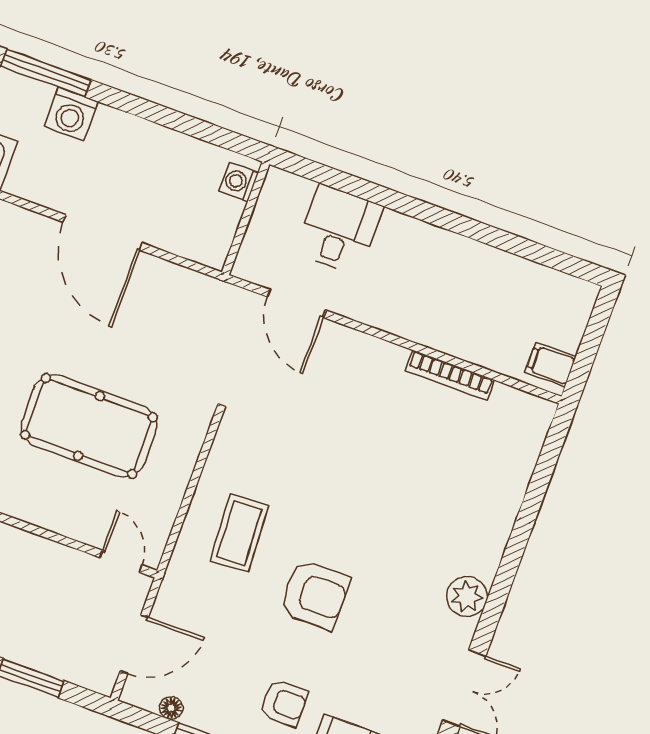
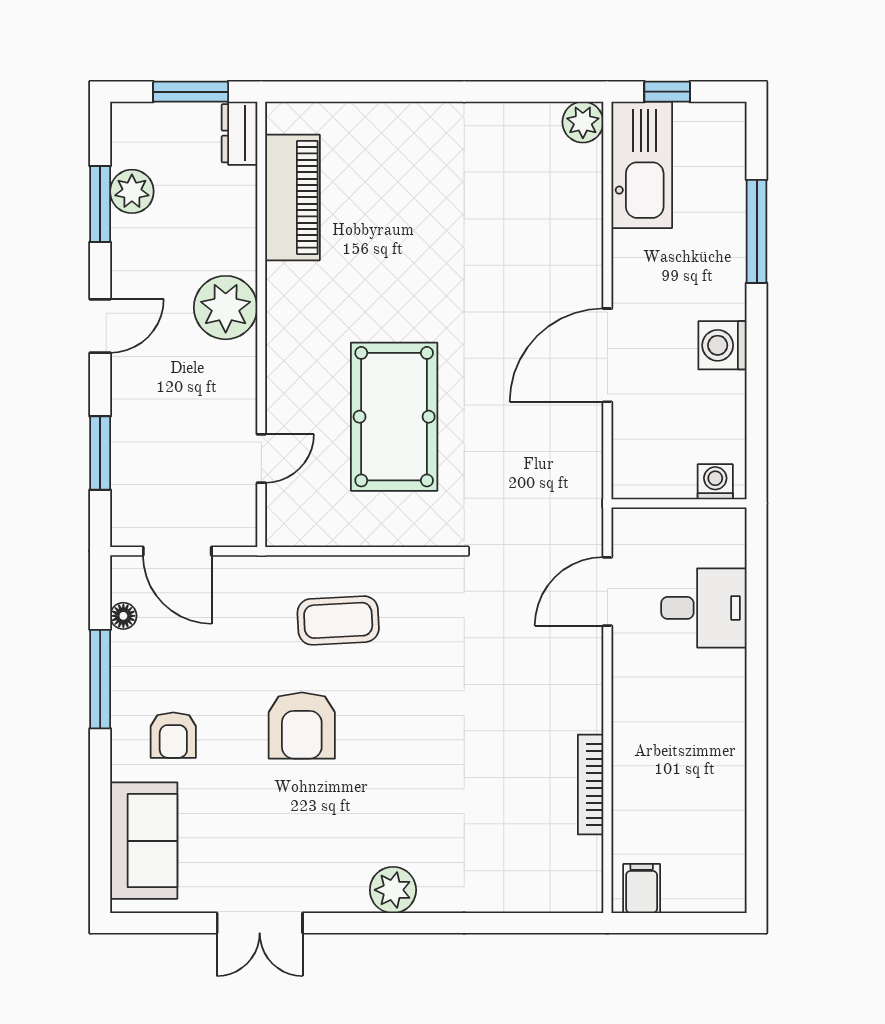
washing machine: (71, 114) -> (722, 345), moved
door: (121, 561) -> (261, 458), moved
plant: (467, 597) -> (393, 890), moved

